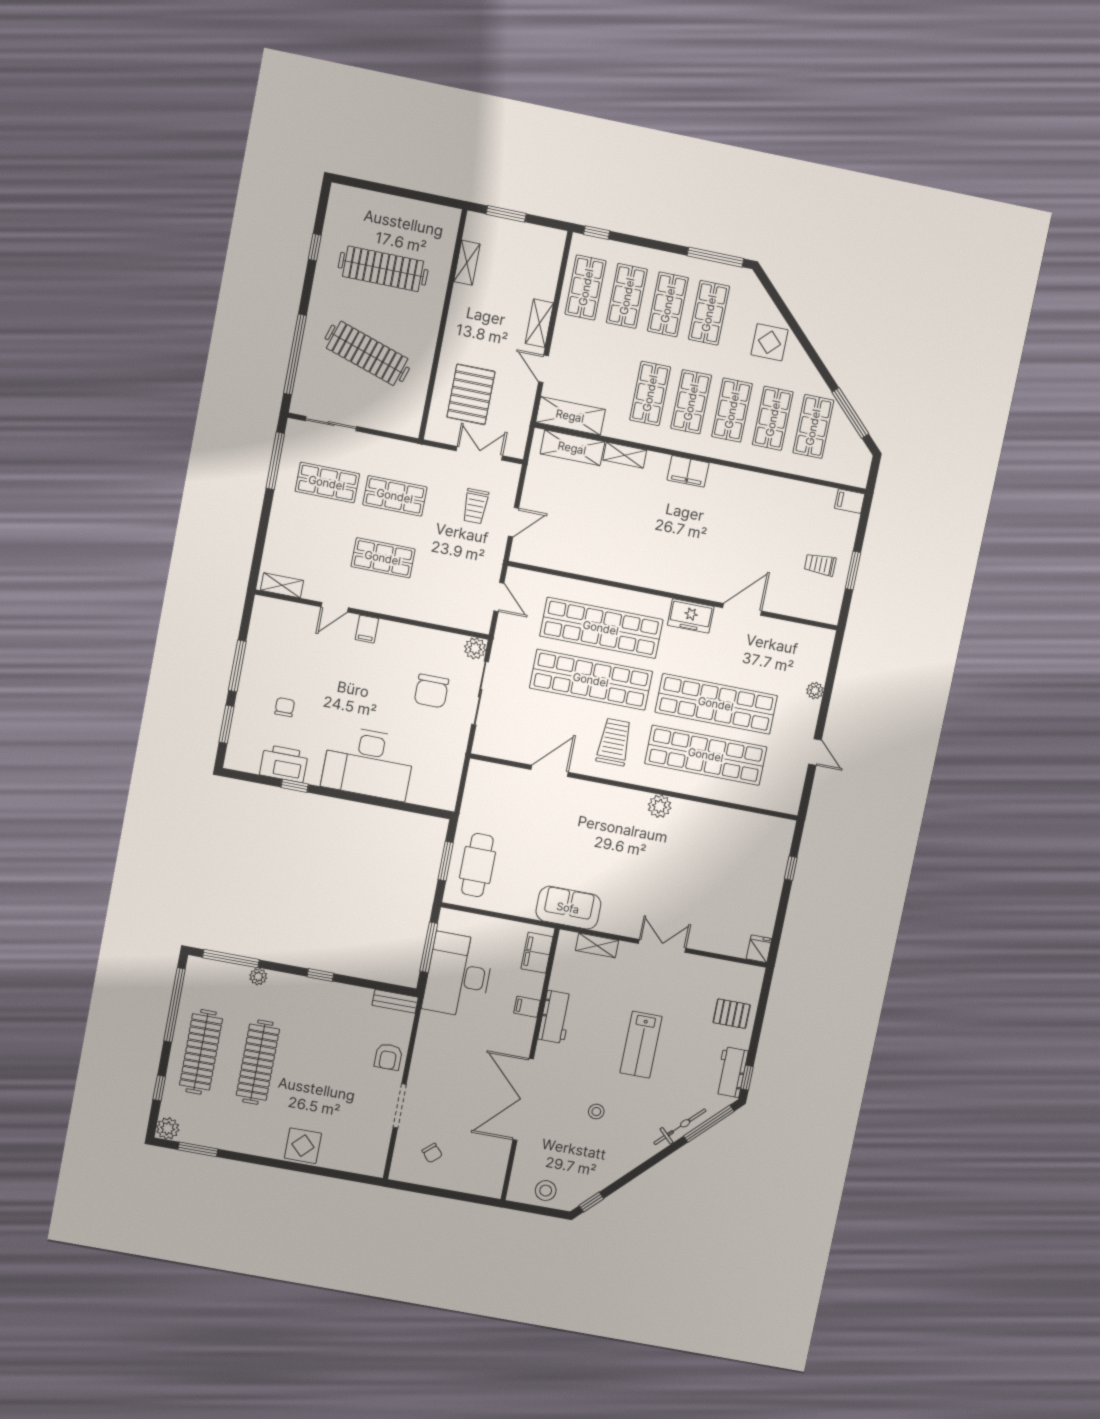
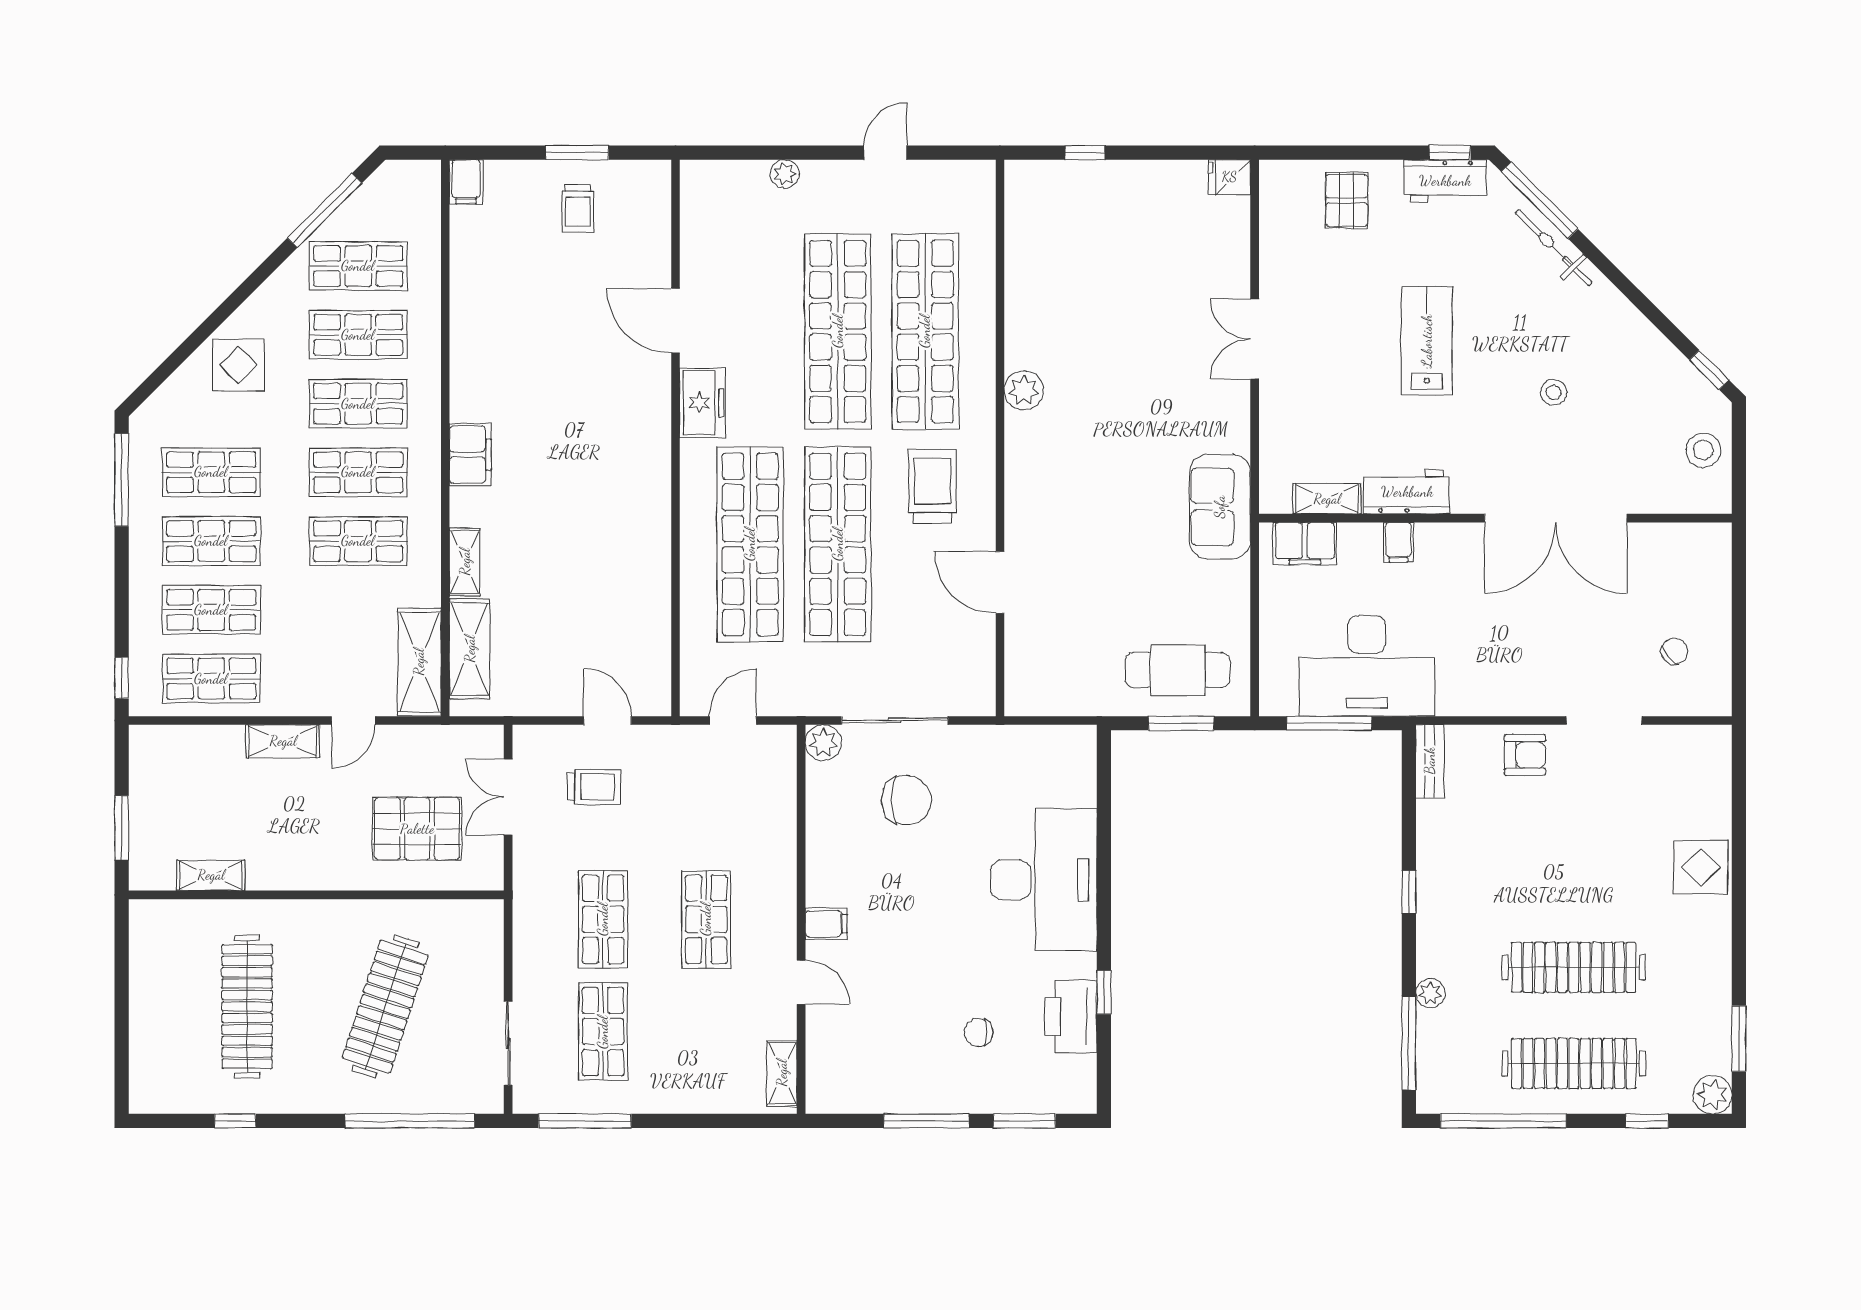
trolley: (614, 742) -> (932, 486), turned 90
shelving: (597, 945) -> (1327, 499), moved, turned 90
lab bench: (641, 1045) -> (1427, 341), turned -90

